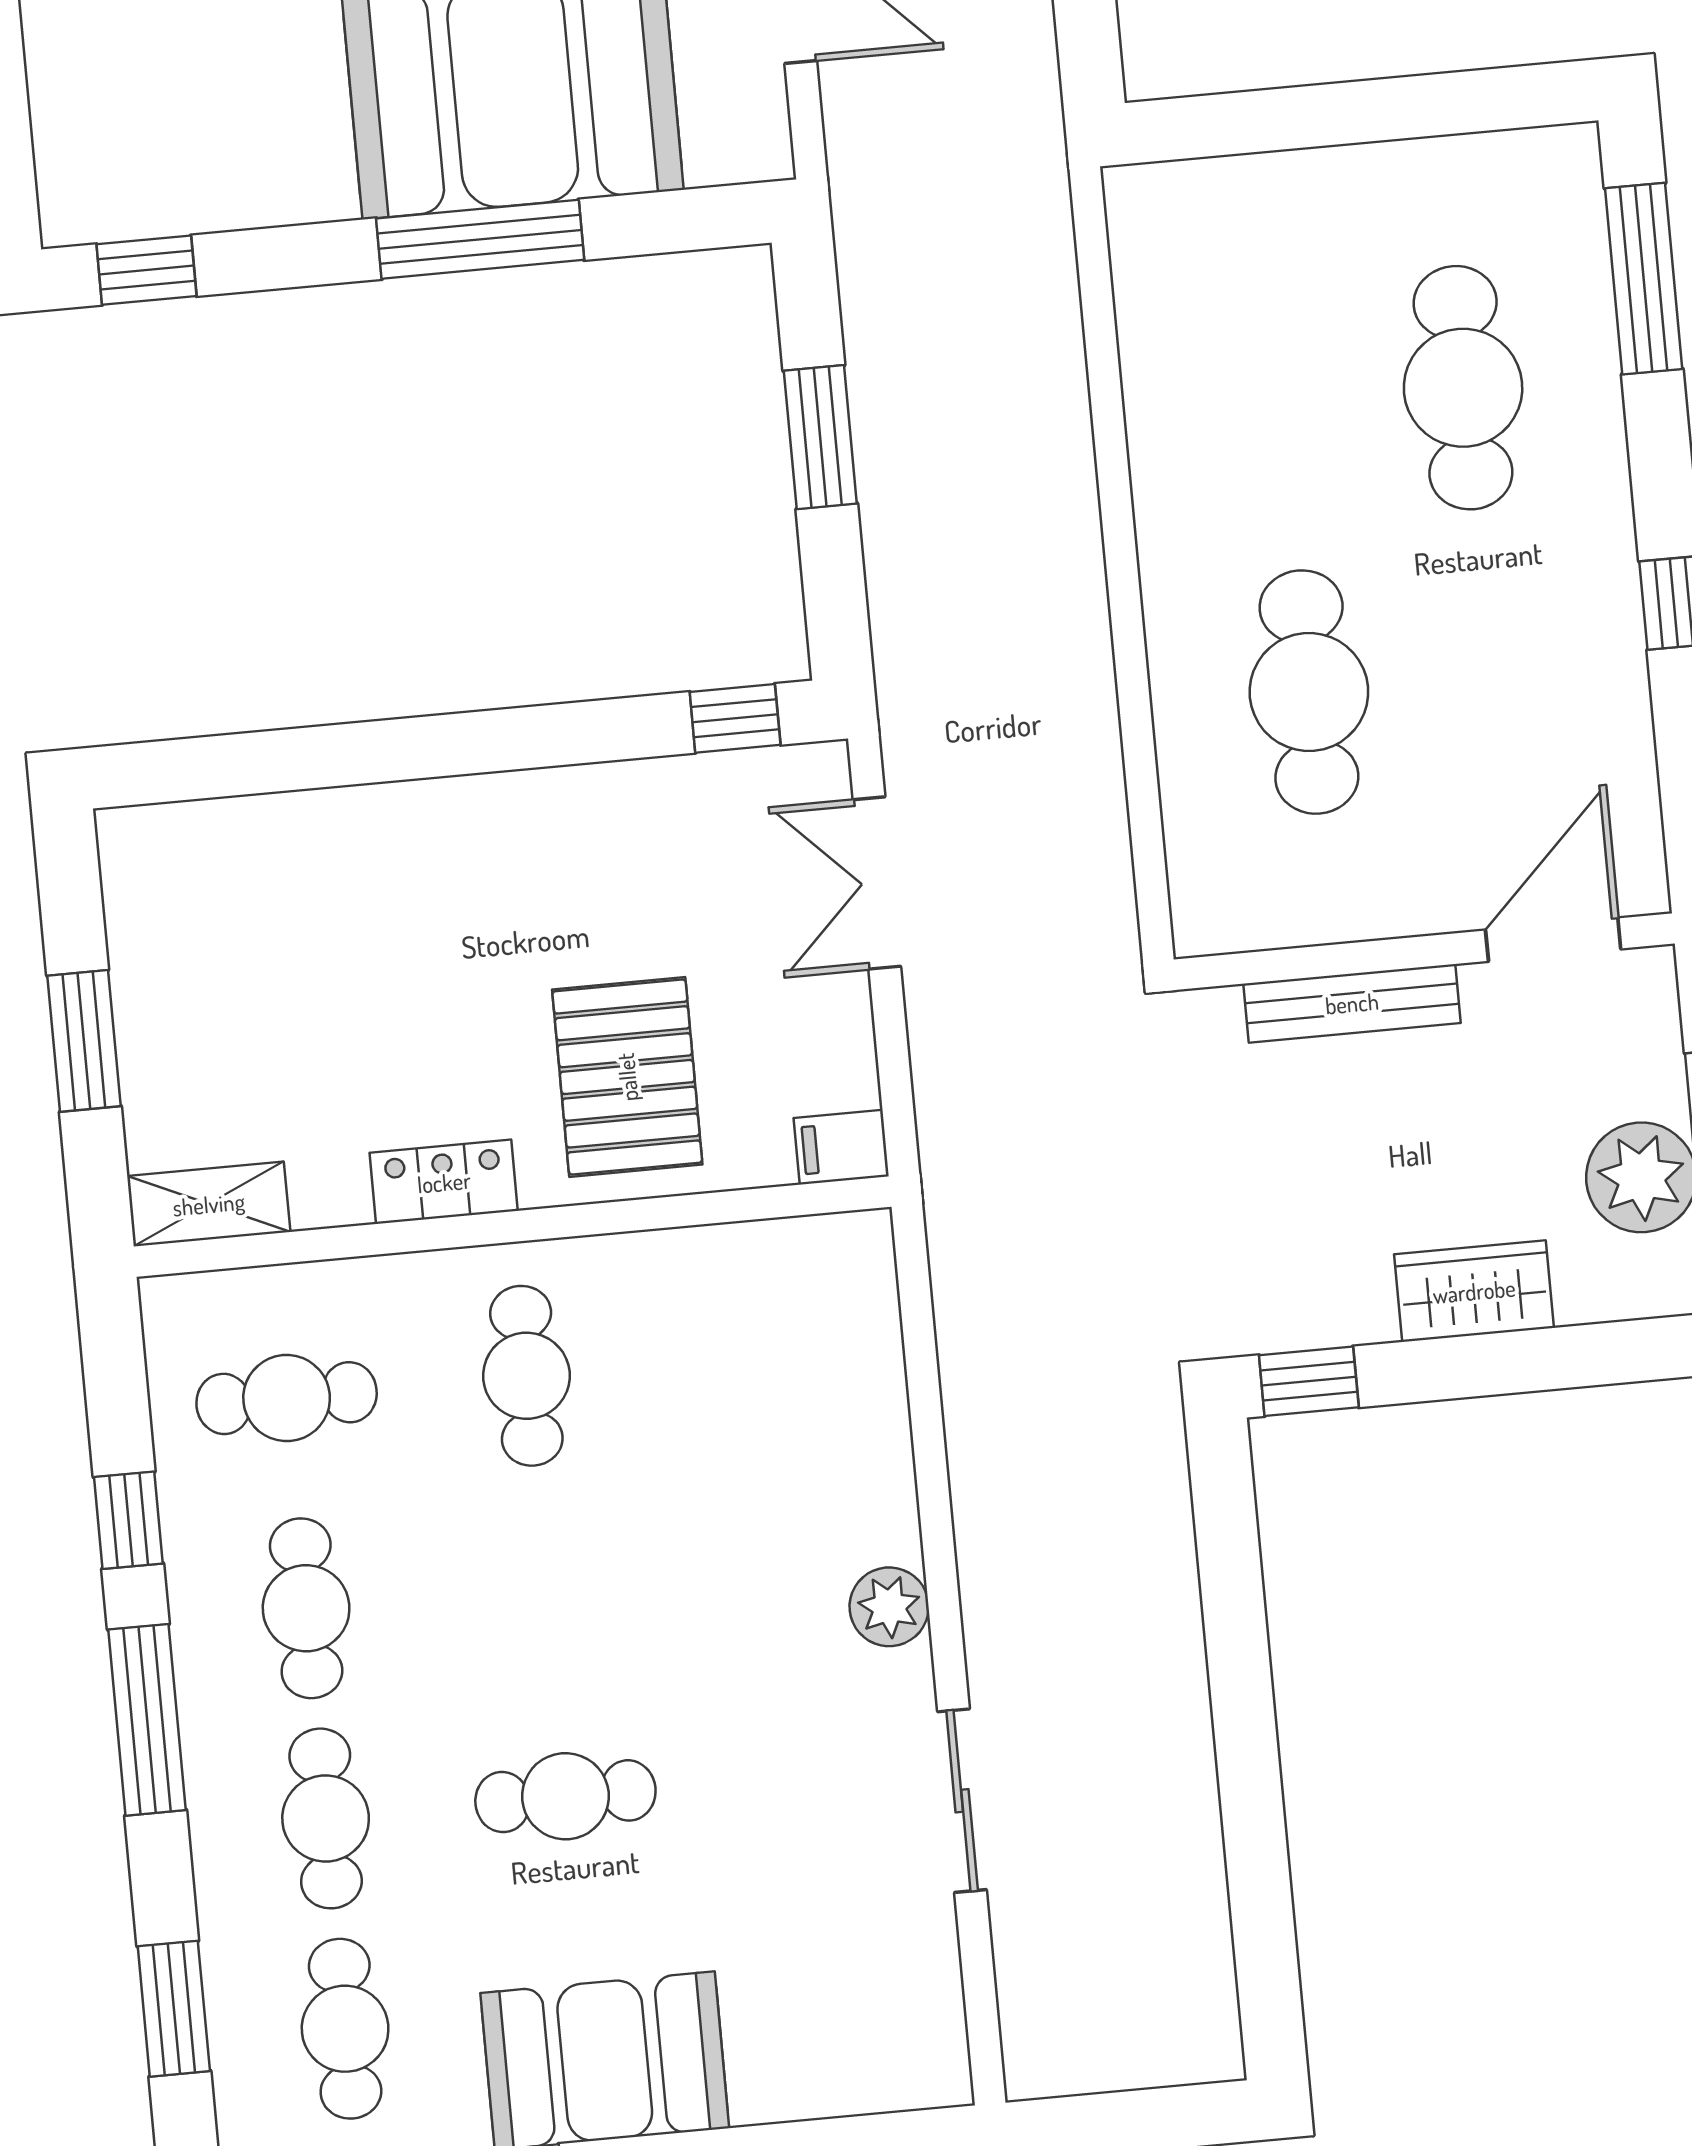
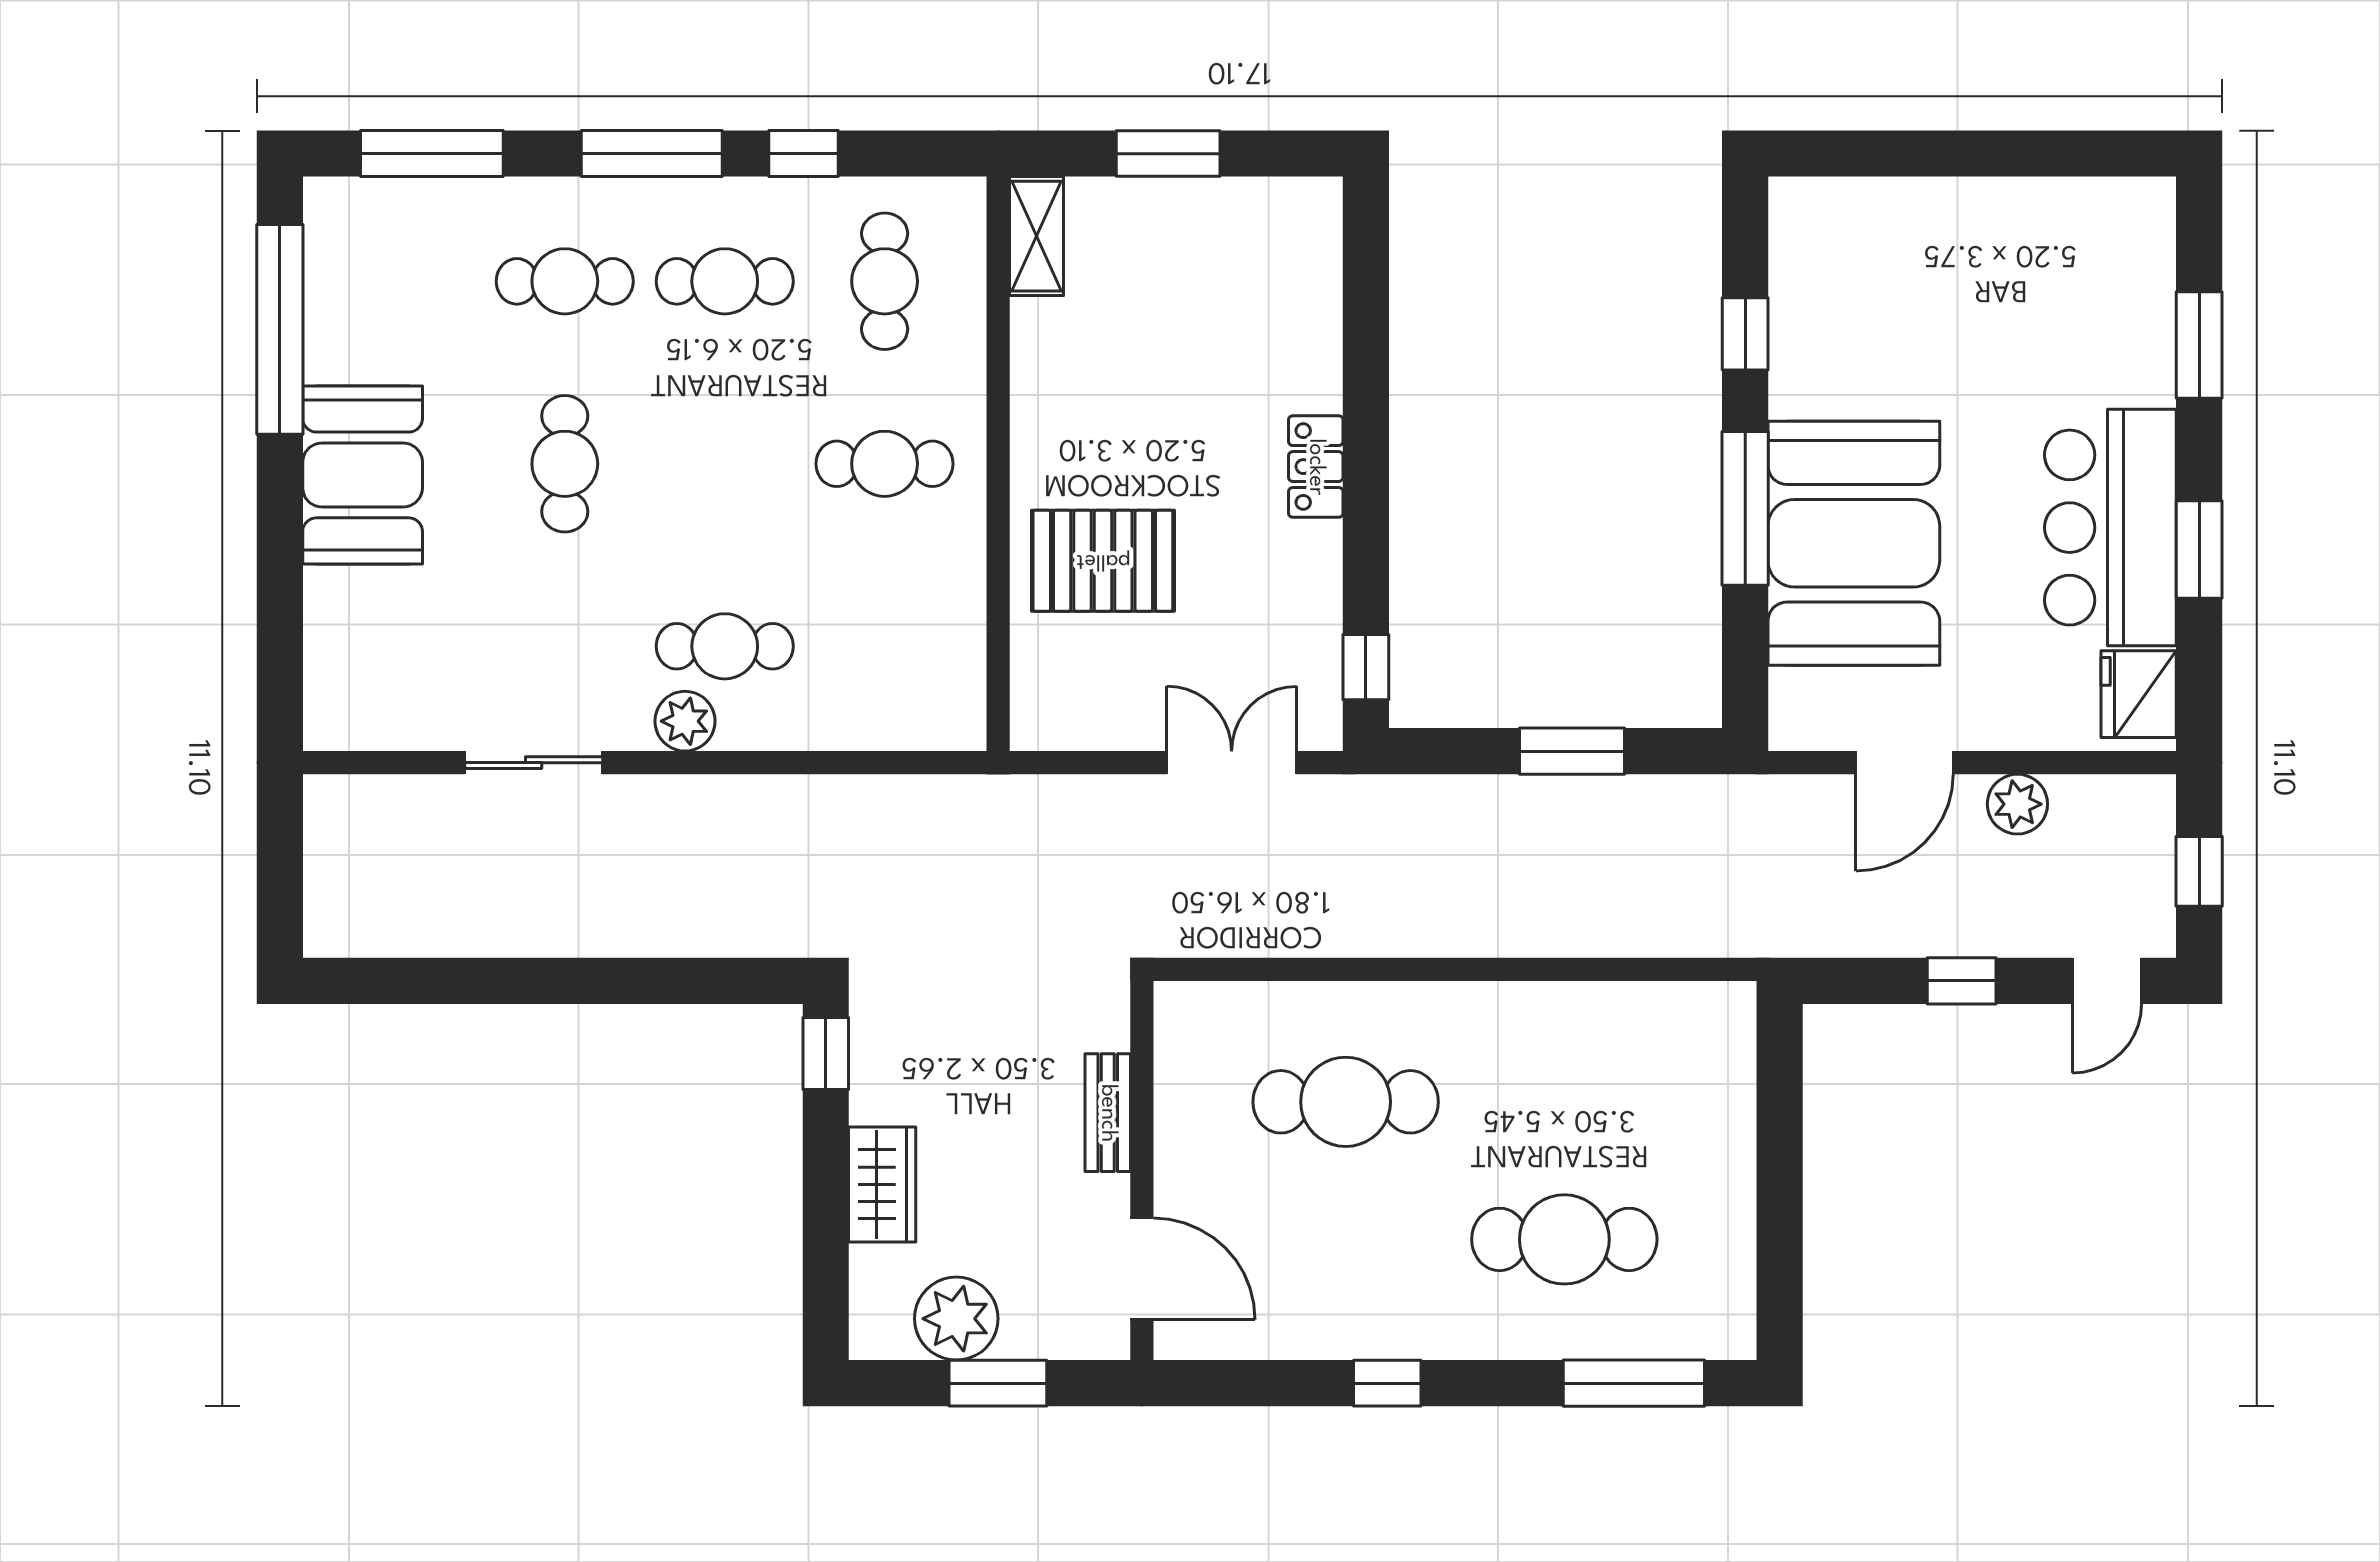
window: (147, 270) -> (1745, 334), moved
bench: (1352, 1003) -> (1108, 1113), width x0.73
filing cabinet: (841, 1147) -> (1035, 717), removed
locker: (444, 1182) -> (1316, 467), moved, turned 180
window: (174, 2009) -> (432, 154), width x1.44
cafe table: (345, 2029) -> (725, 646), moved

